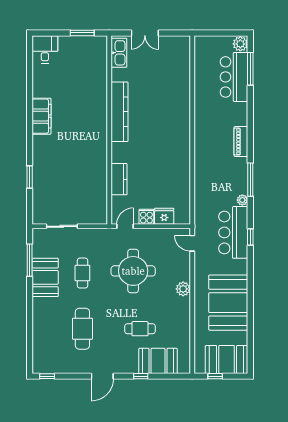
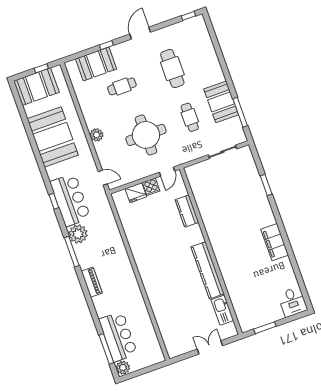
kitchen sink: (119, 53) -> (222, 310), moved
plant: (242, 200) -> (78, 234), width x1.88, depth x1.88

